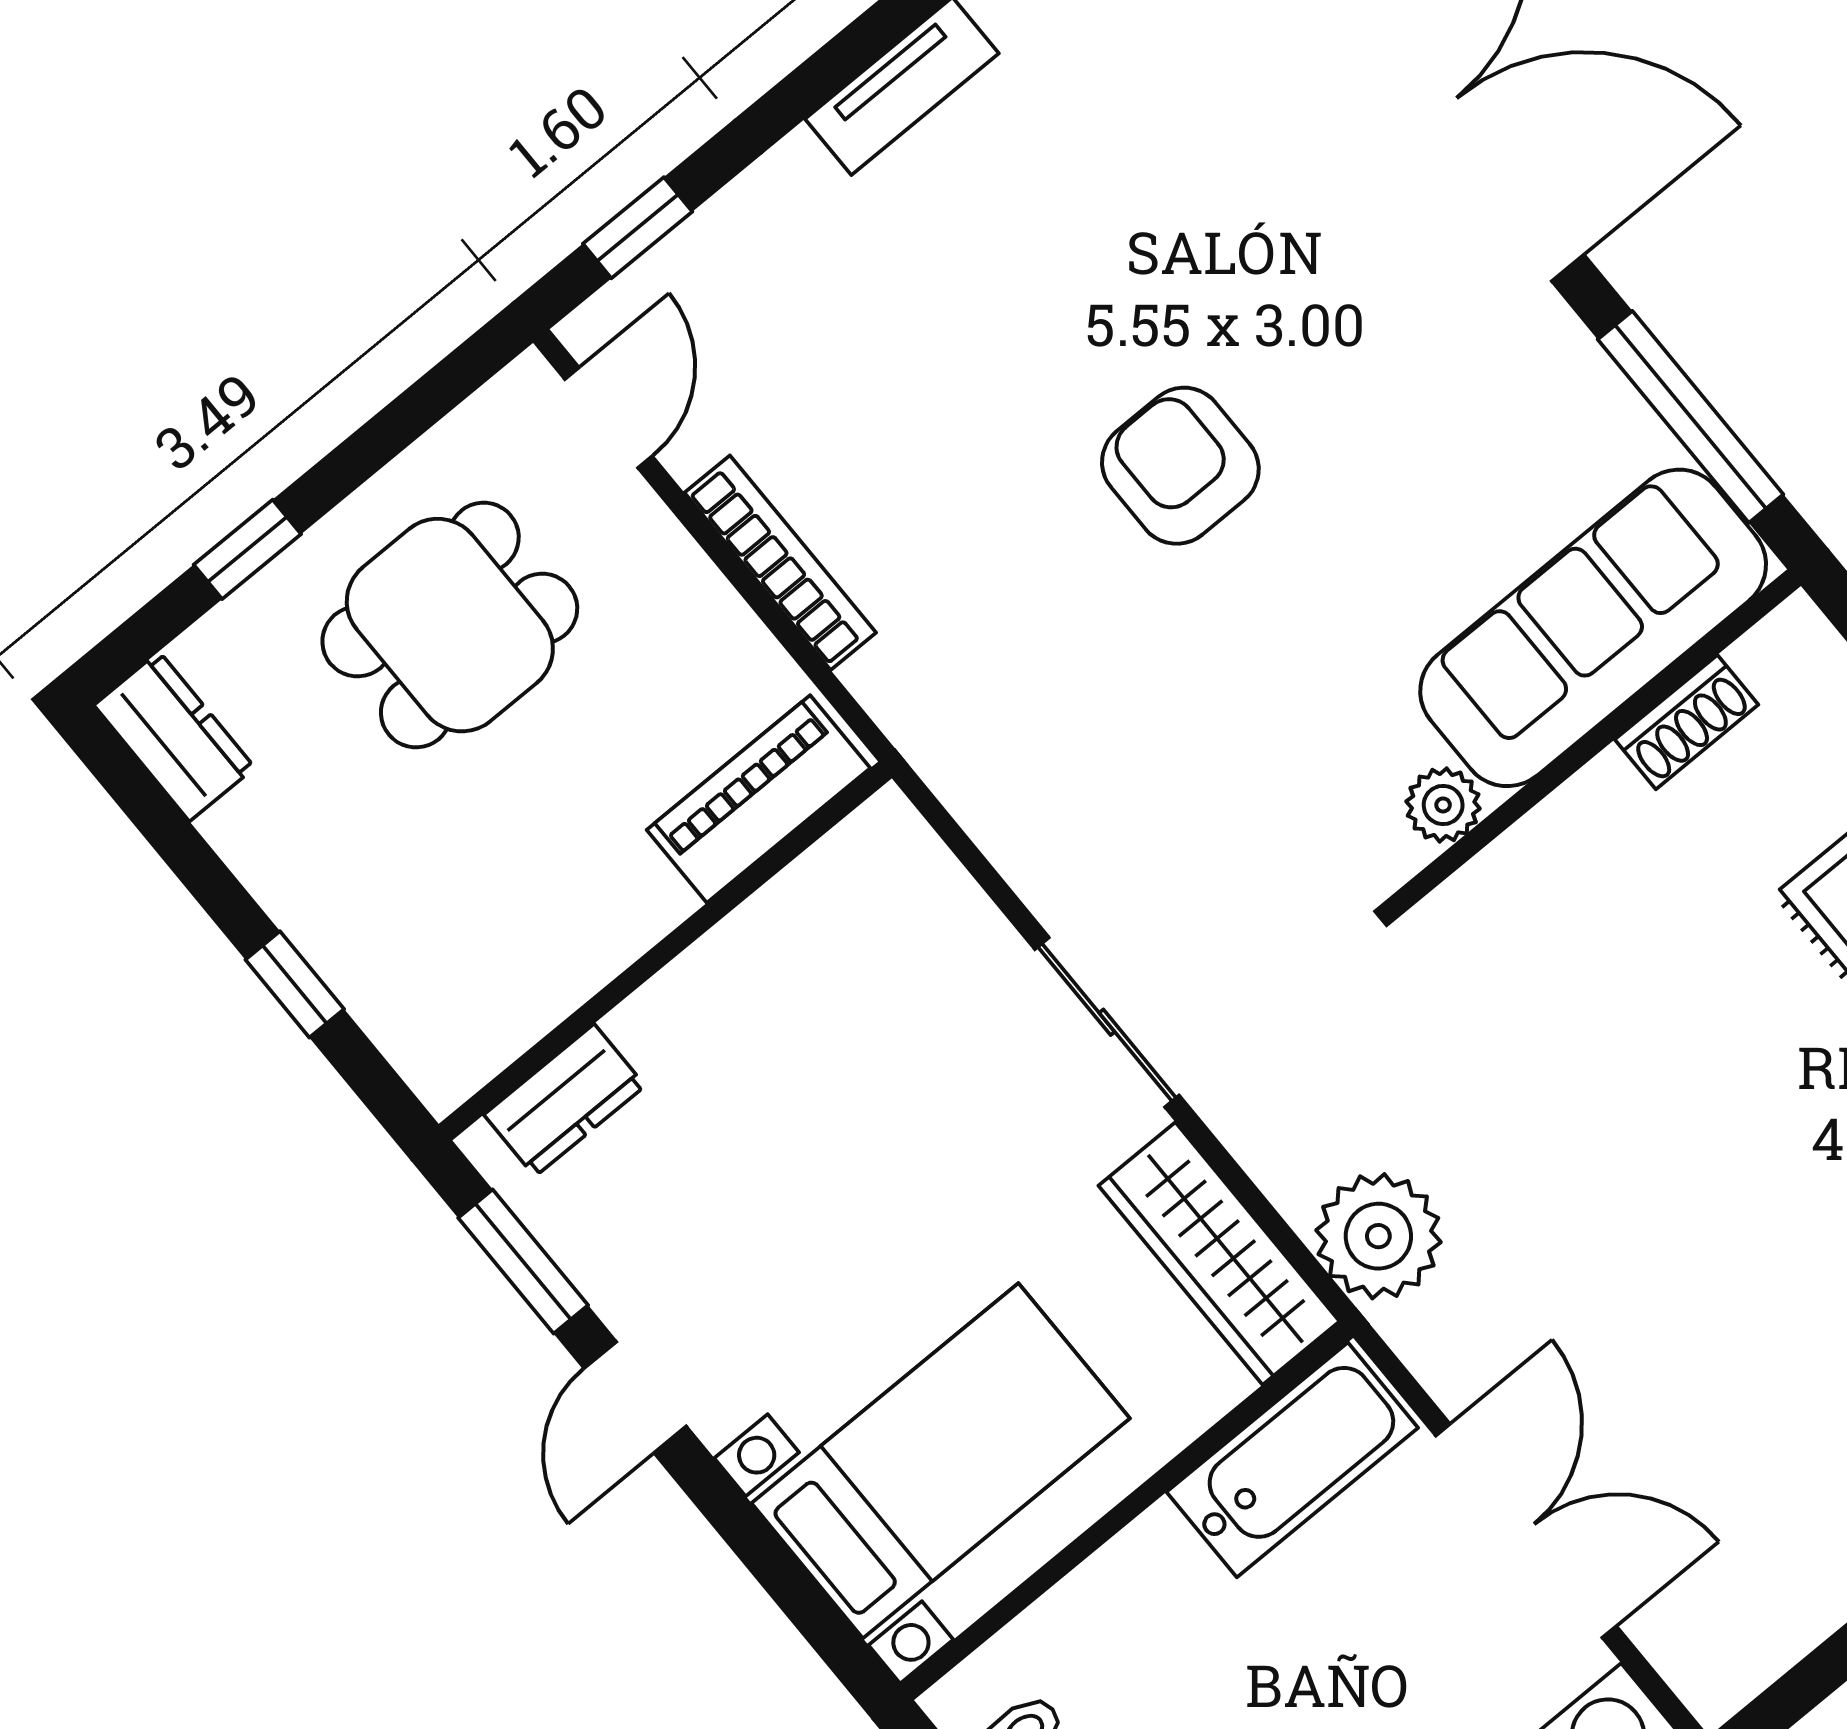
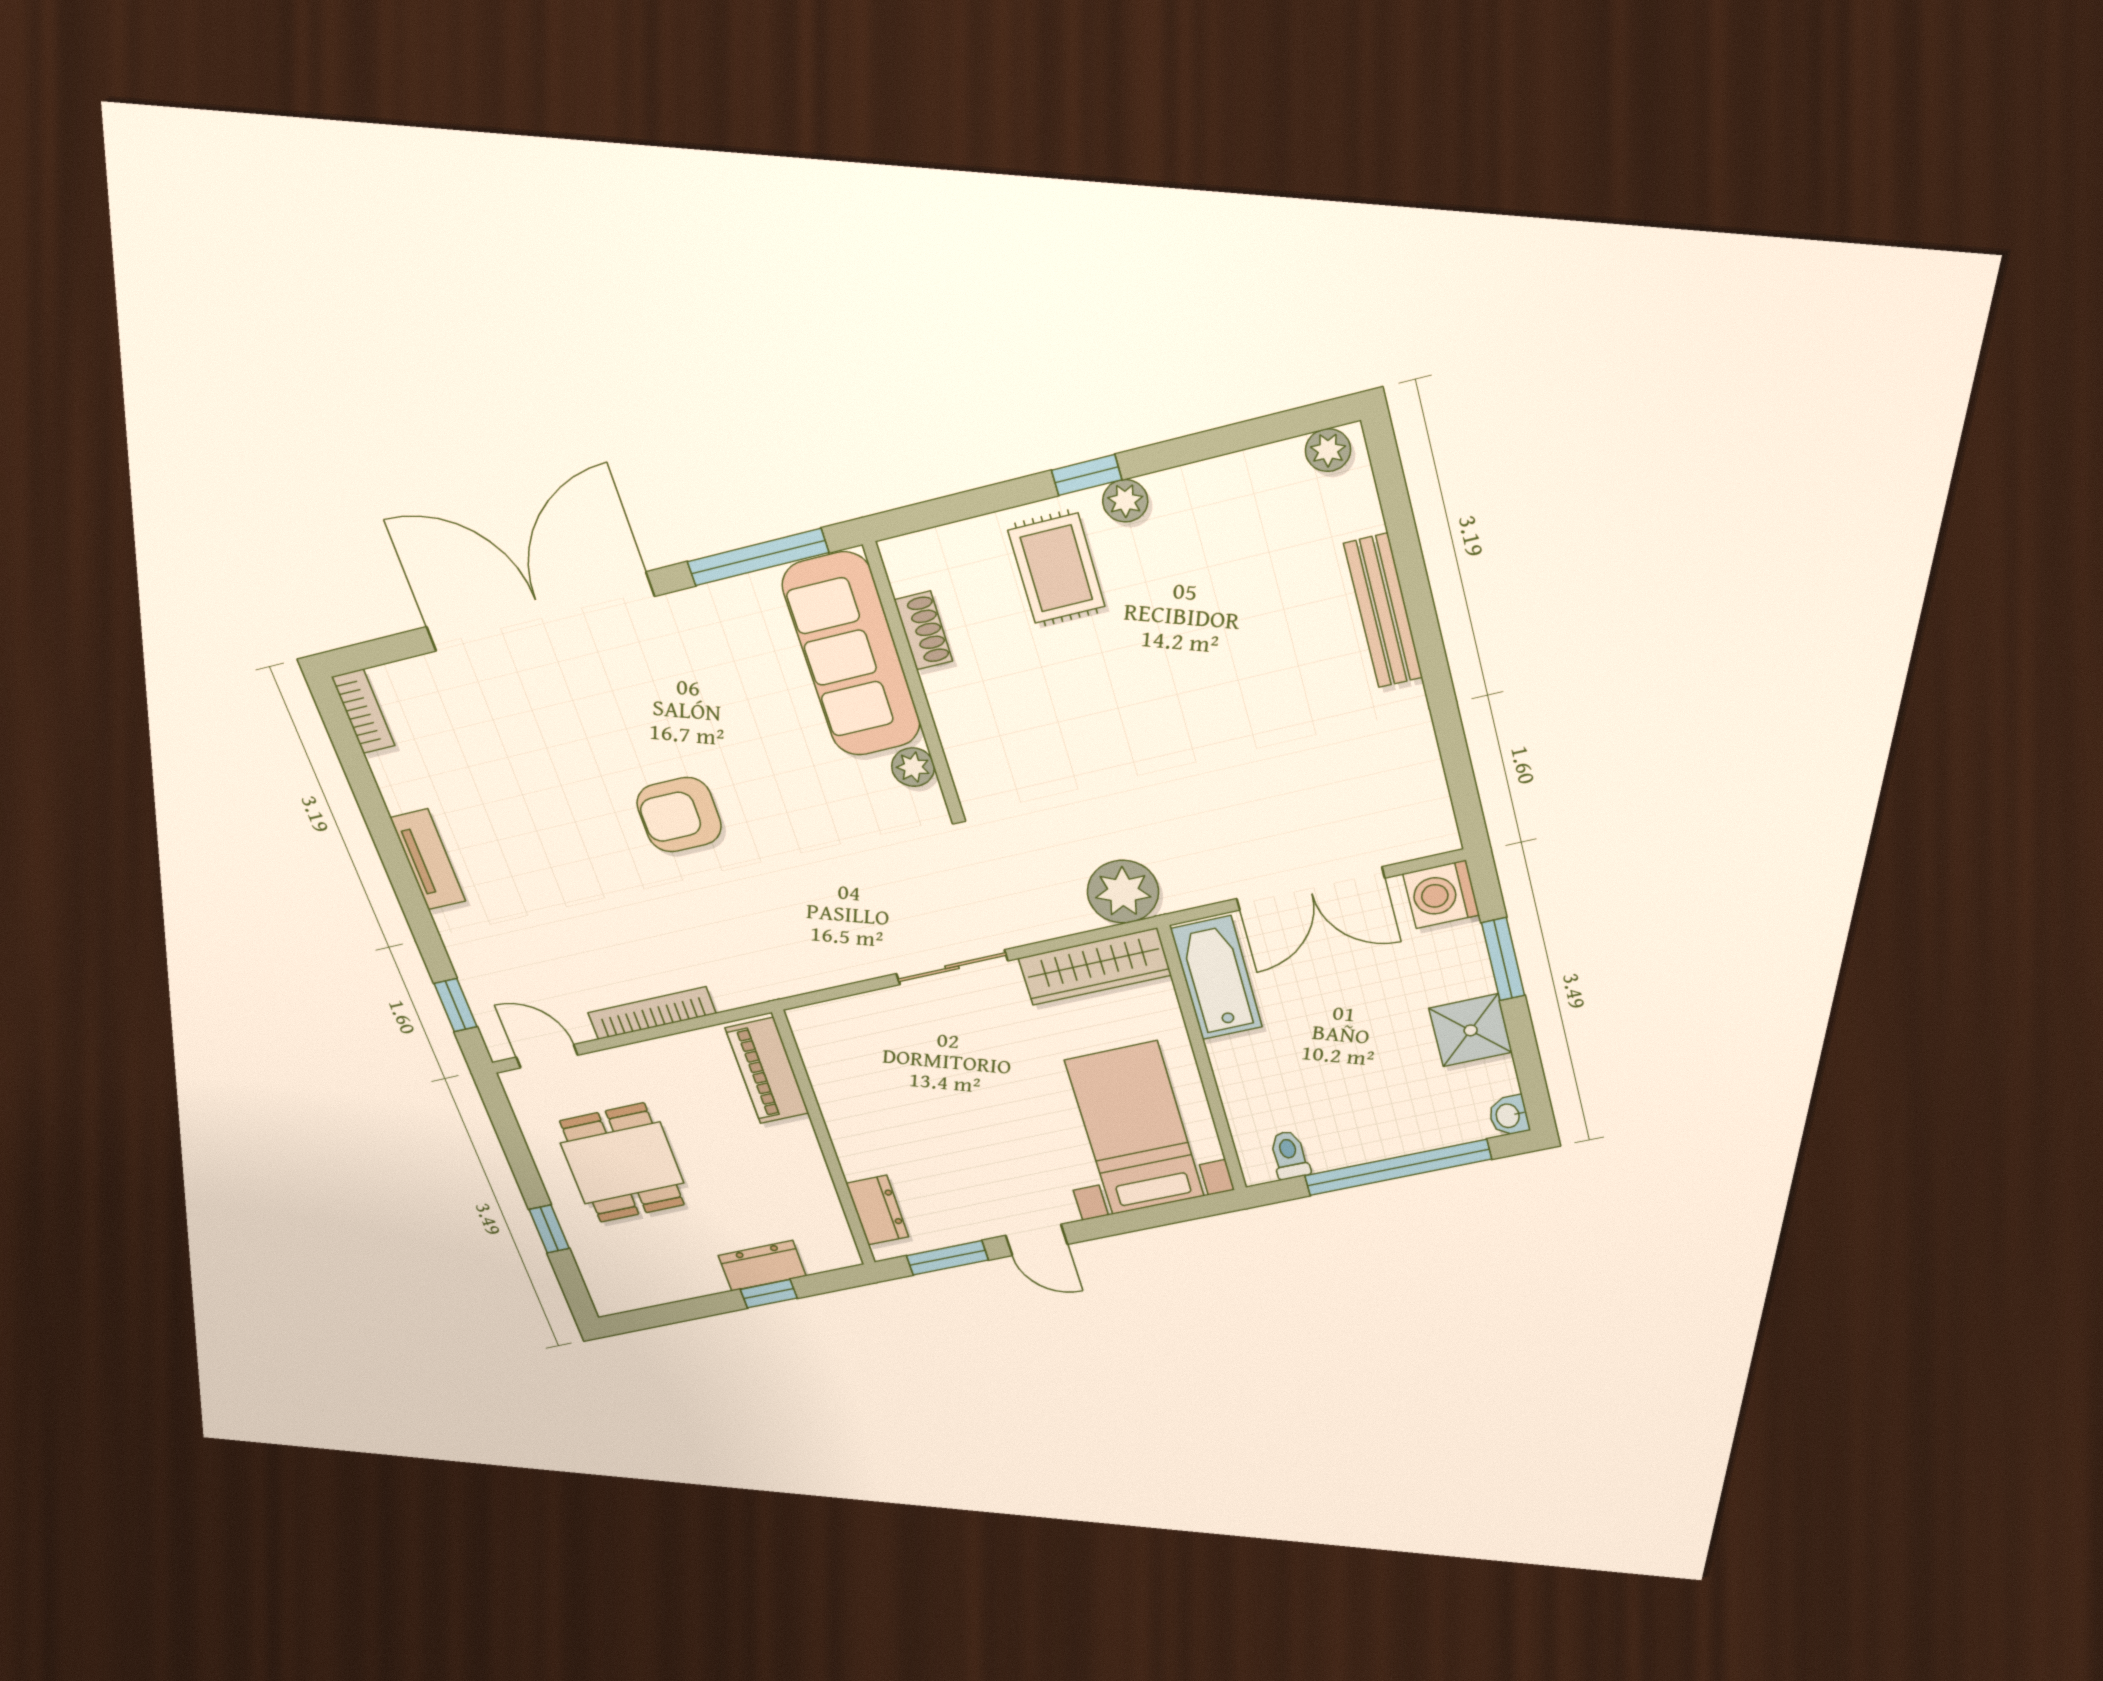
dresser: (174, 736) -> (762, 1266), moved
double door: (1526, 1531) -> (1310, 888), swing flipped

